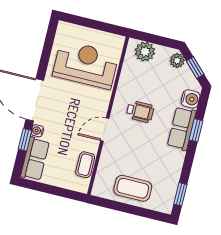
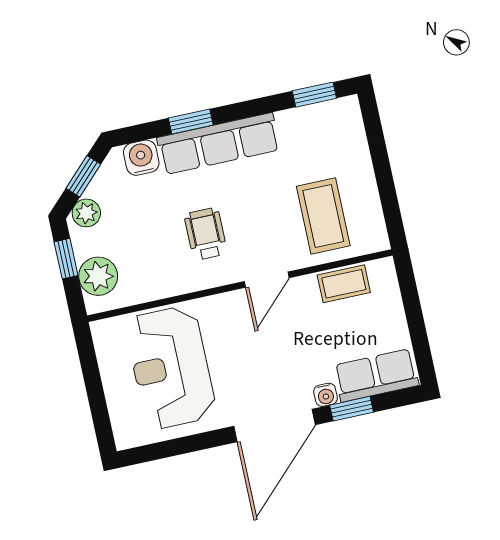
window: (160, 41) -> (66, 259), added
row of seats: (182, 129) -> (219, 144), width x1.48
door: (105, 130) -> (267, 280), hinge flipped
coffee table: (133, 188) -> (323, 216), moved

